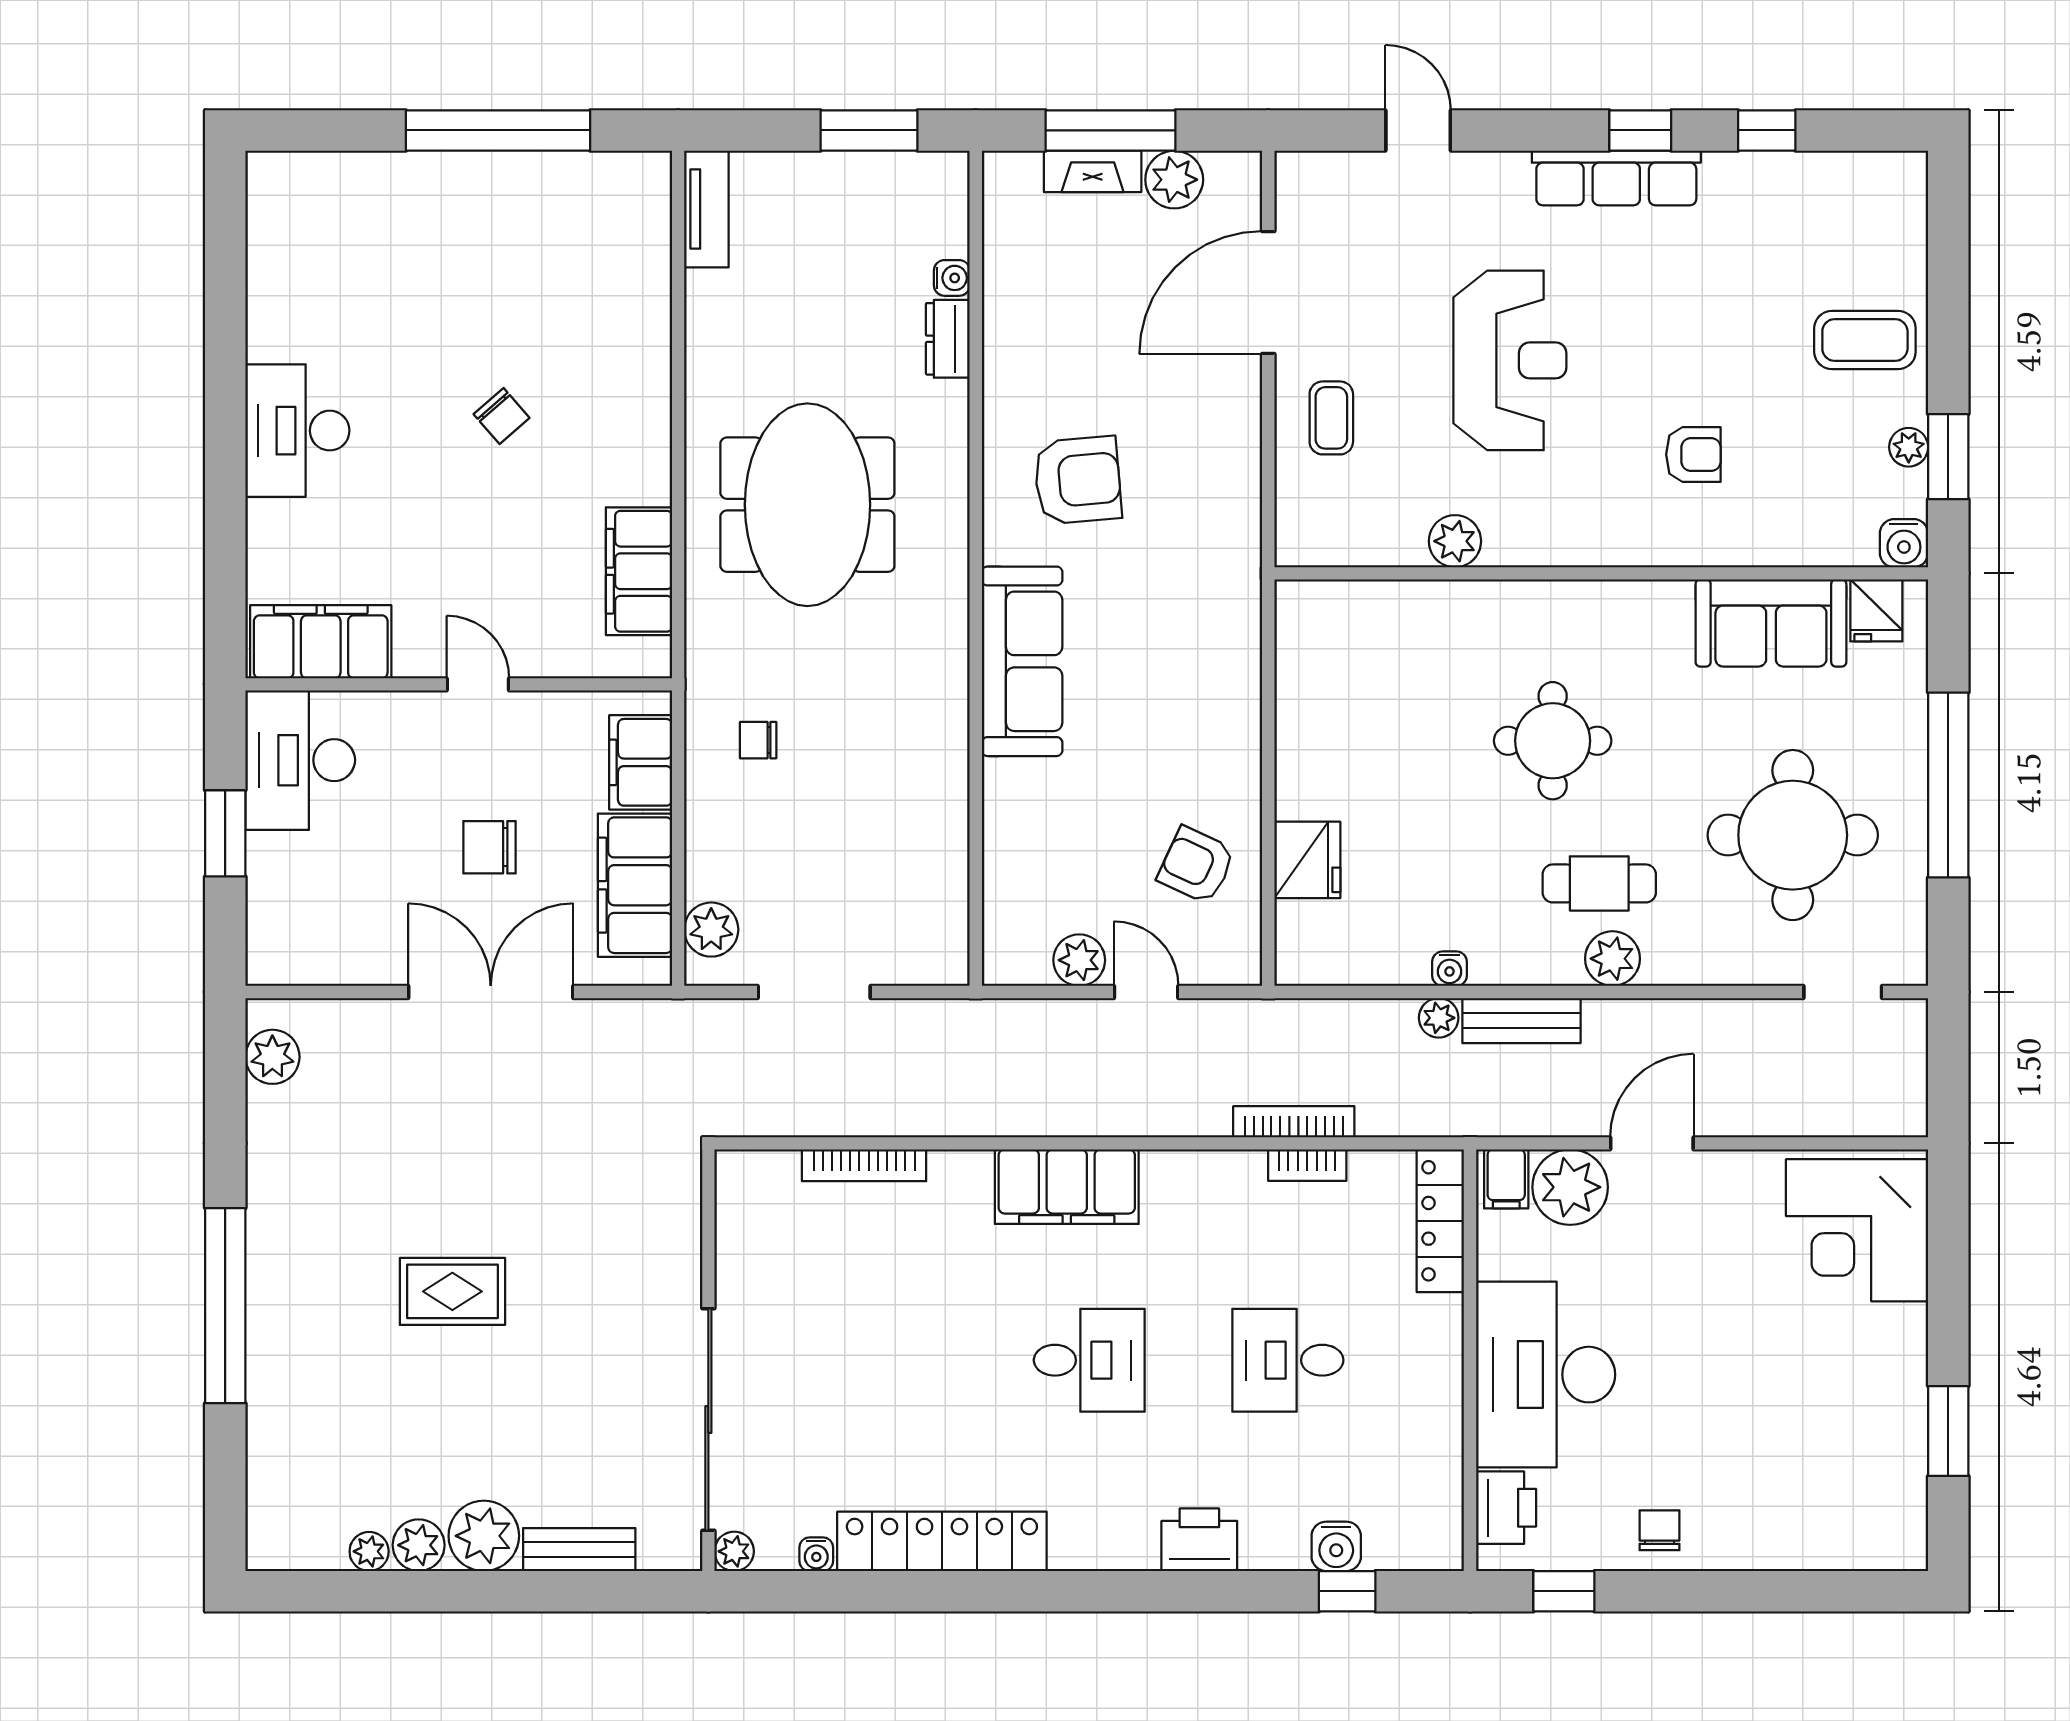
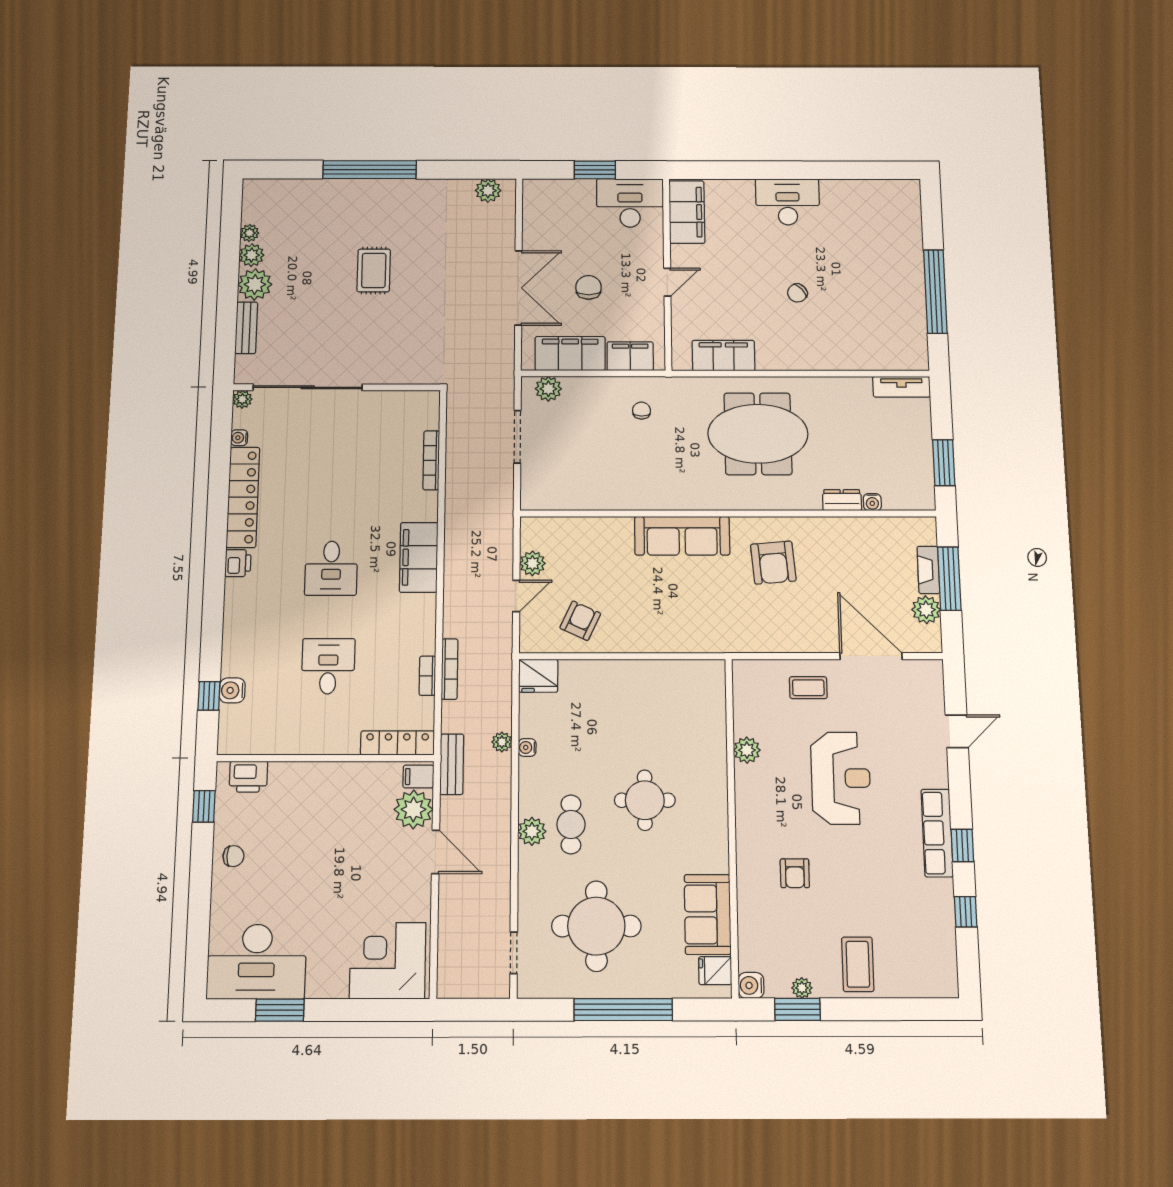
reception desk: (1510, 360) -> (841, 778), turned -90
fridge: (1307, 860) -> (538, 676), moved
bench: (1522, 1021) -> (452, 764), moved
desk: (1546, 1375) -> (257, 962), moved, turned 180
printer: (1199, 1540) -> (238, 563), moved, width x0.73, depth x0.81

